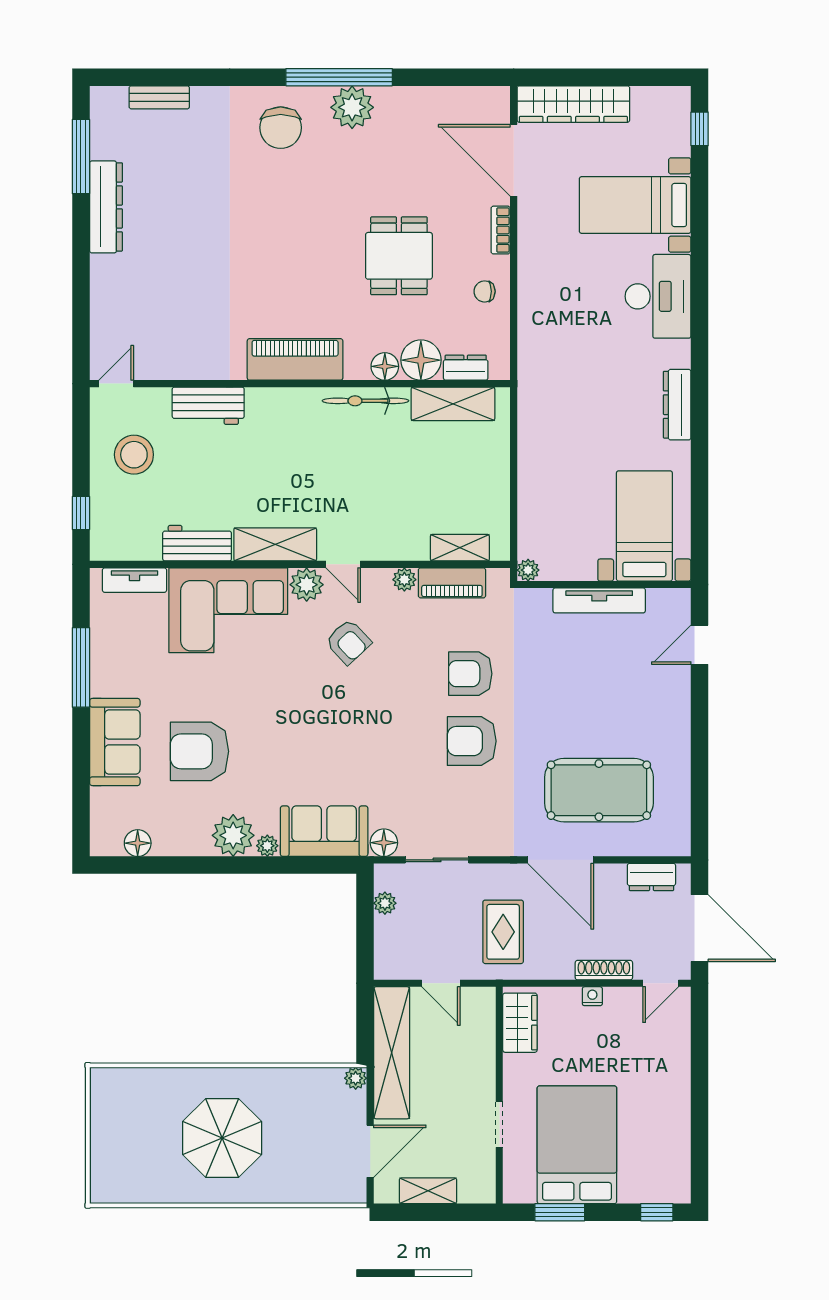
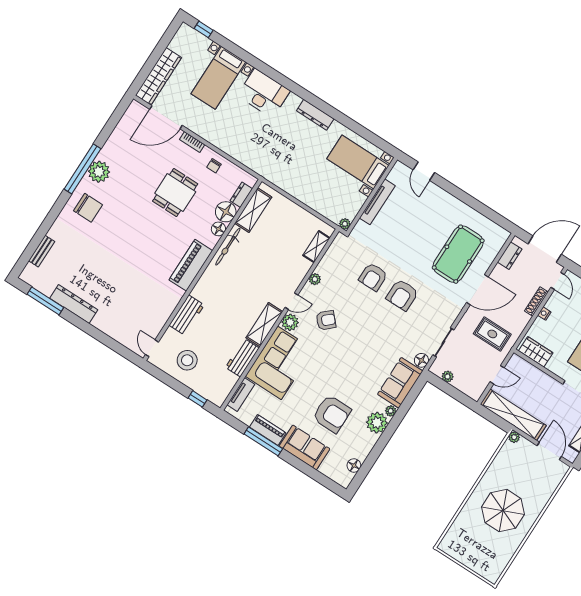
dining table: (399, 256) -> (175, 192), turned 90
piano: (452, 583) -> (268, 430), moved, turned -90
armchair: (199, 751) -> (332, 414), turned -90

